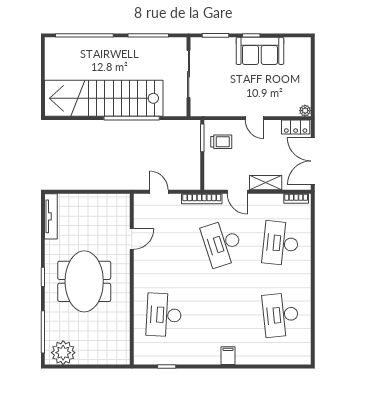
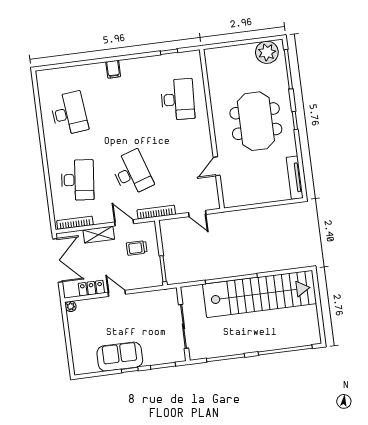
locker: (296, 127) -> (91, 288), moved
trolley: (221, 142) -> (137, 248), moved
bookcase: (296, 198) -> (75, 223), width x1.56

